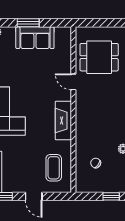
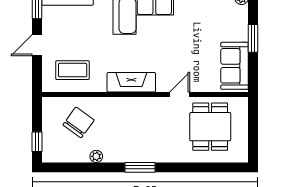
sofa: (35, 38) -> (234, 66), moved
chair: (96, 163) -> (79, 122), width x1.87, depth x1.87

